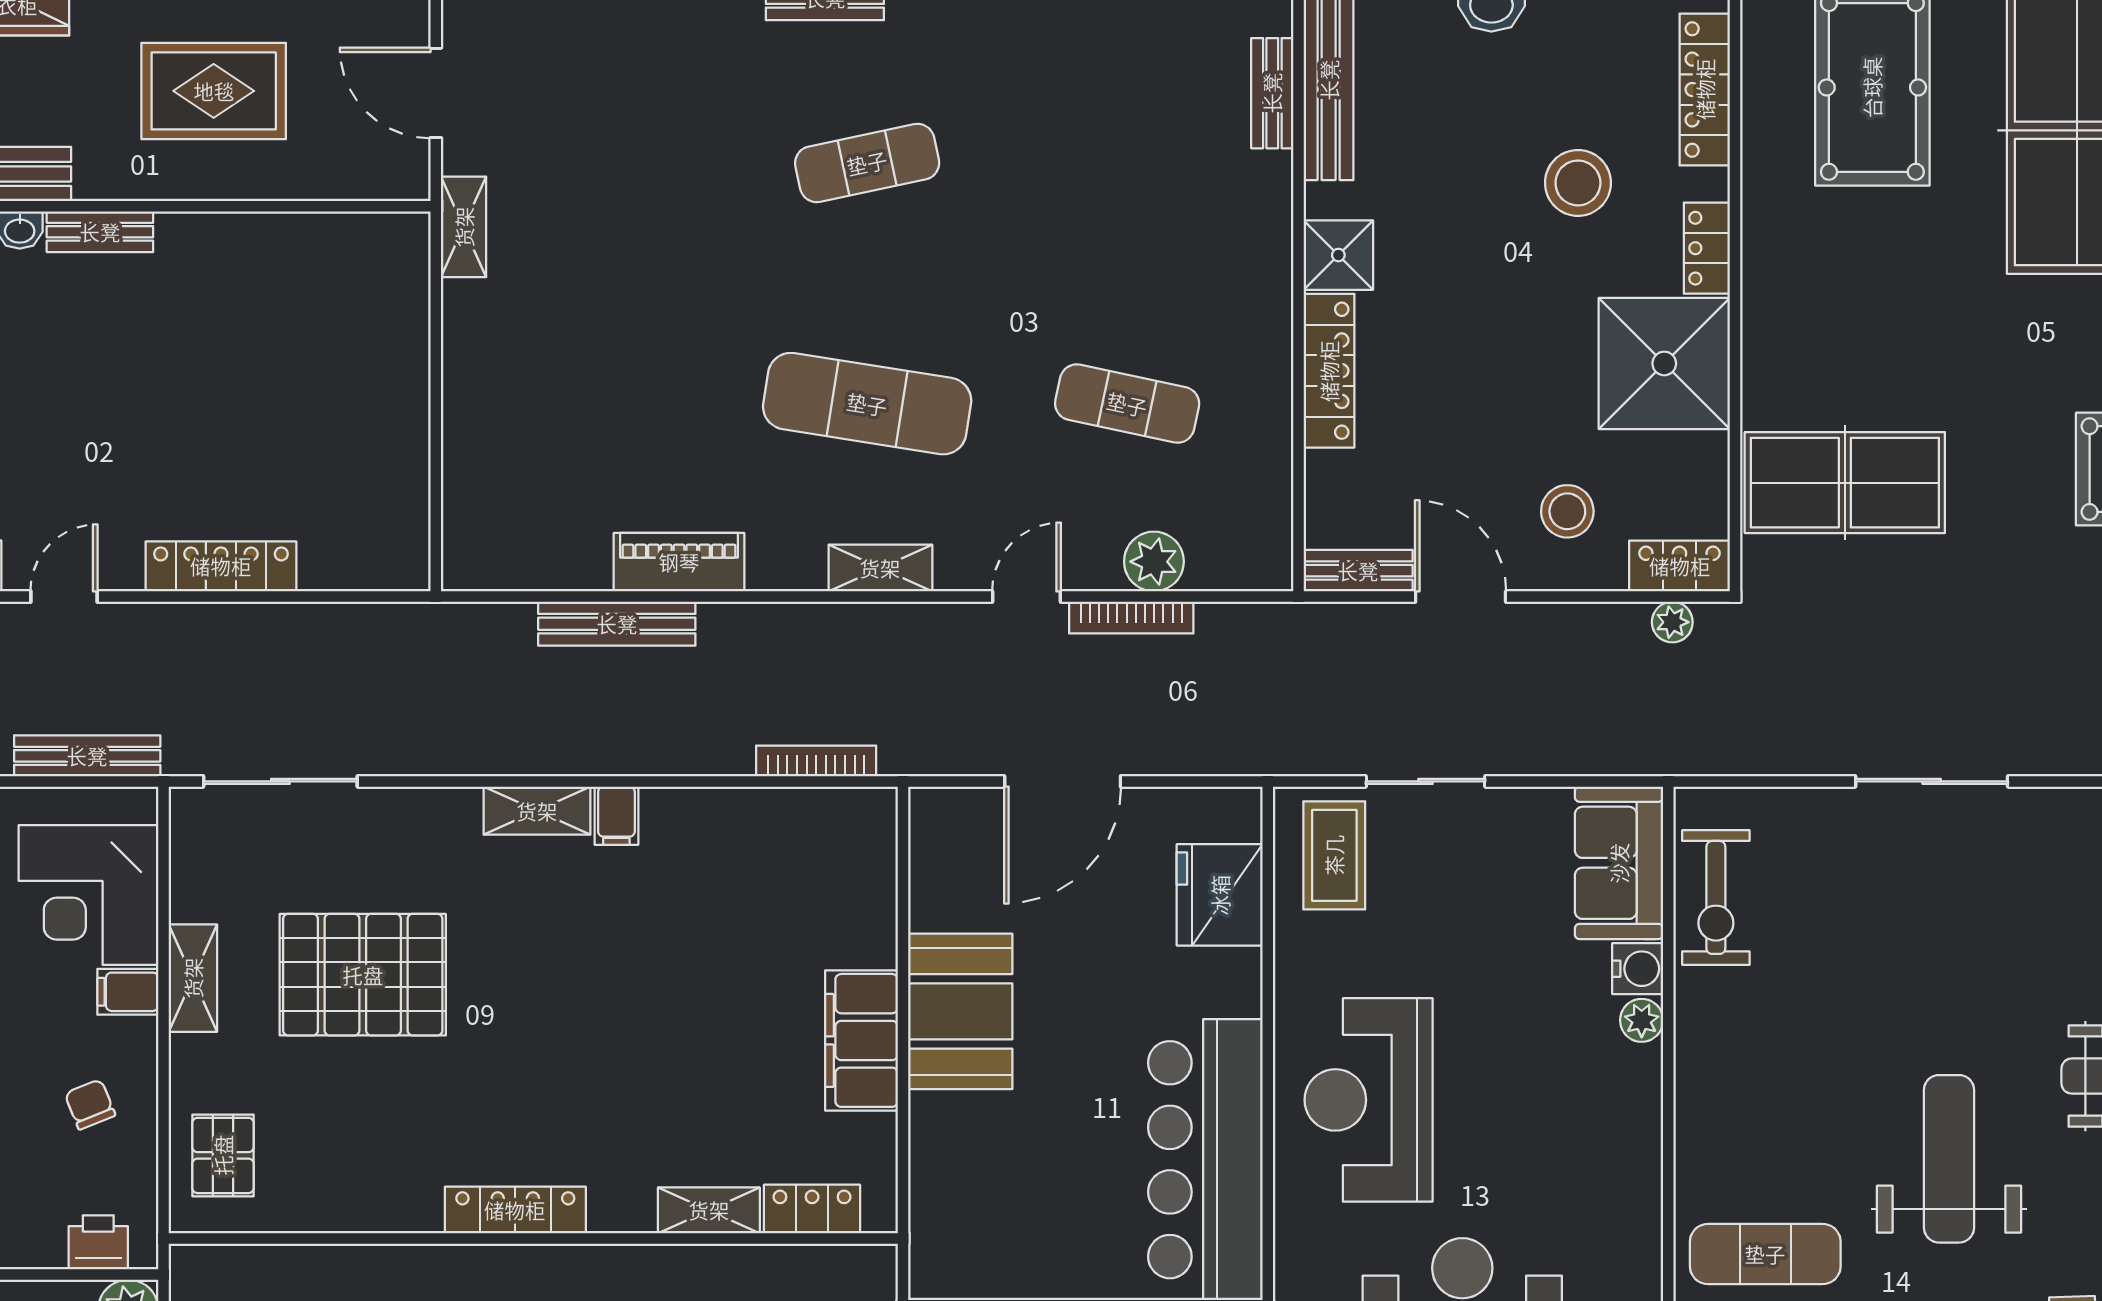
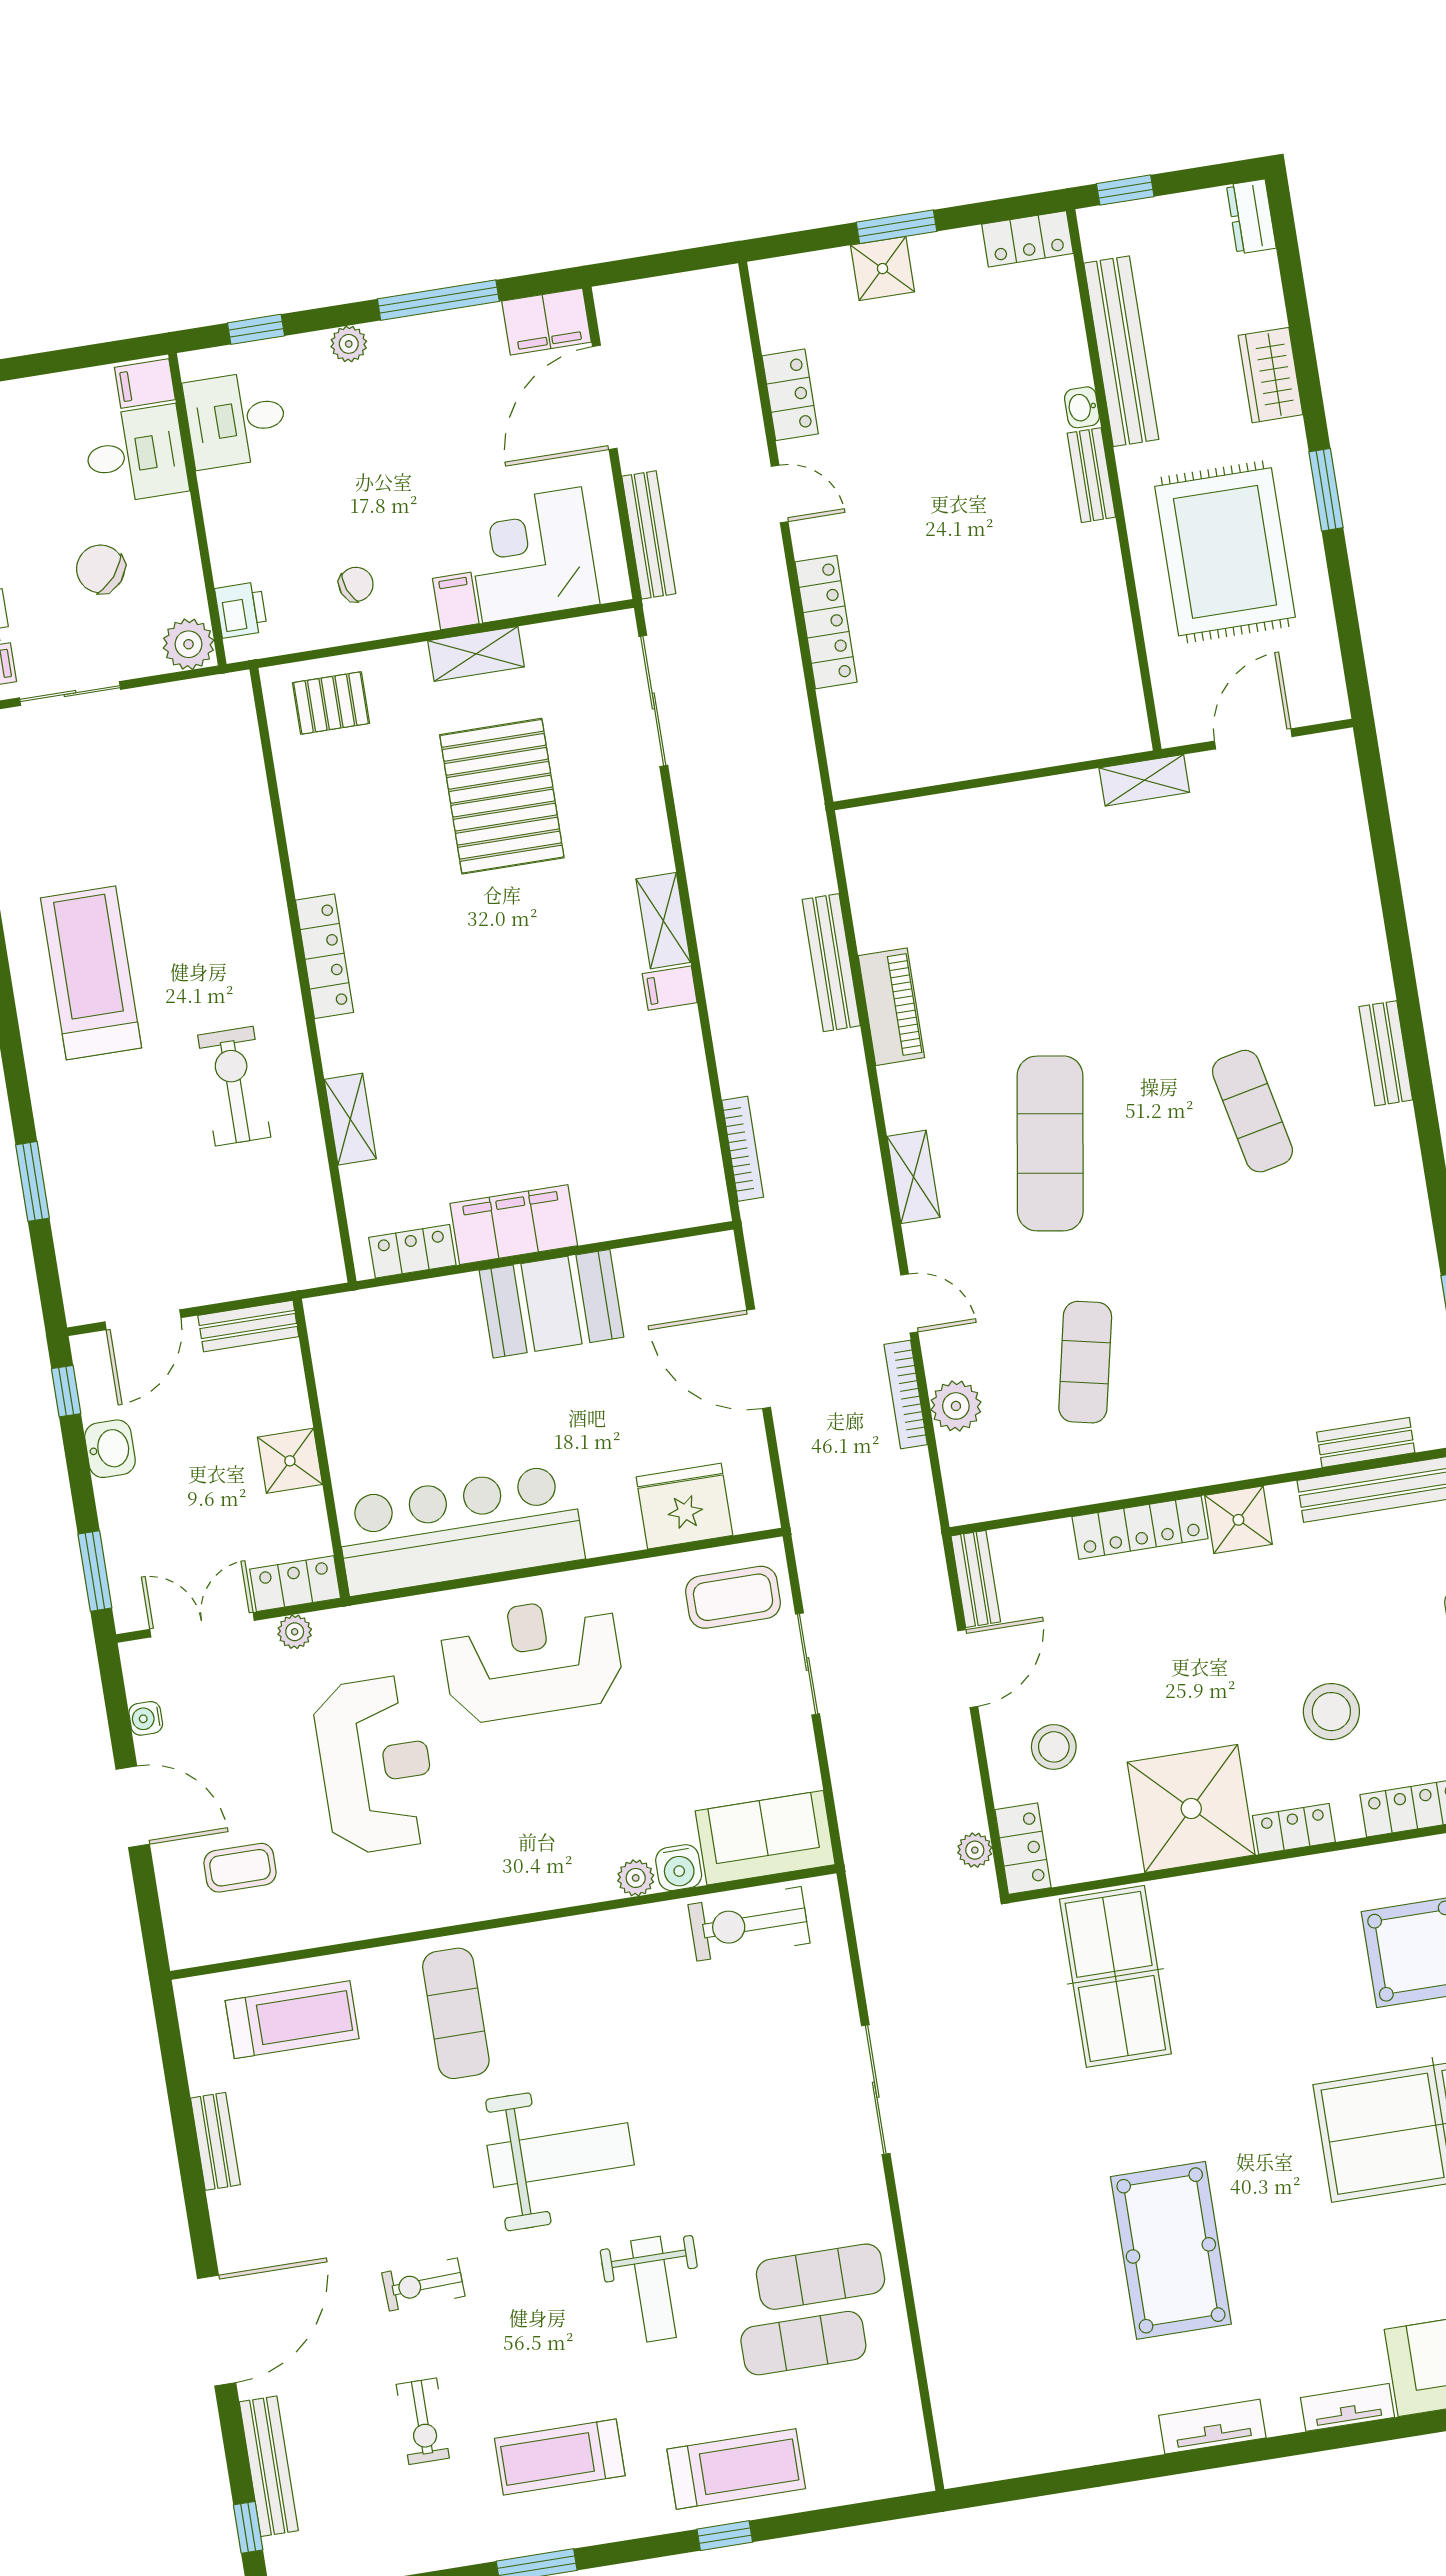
rug: (214, 91) -> (1225, 552), width x1.37, depth x1.44
locker: (812, 1209) -> (412, 1251), moved, turned -90

